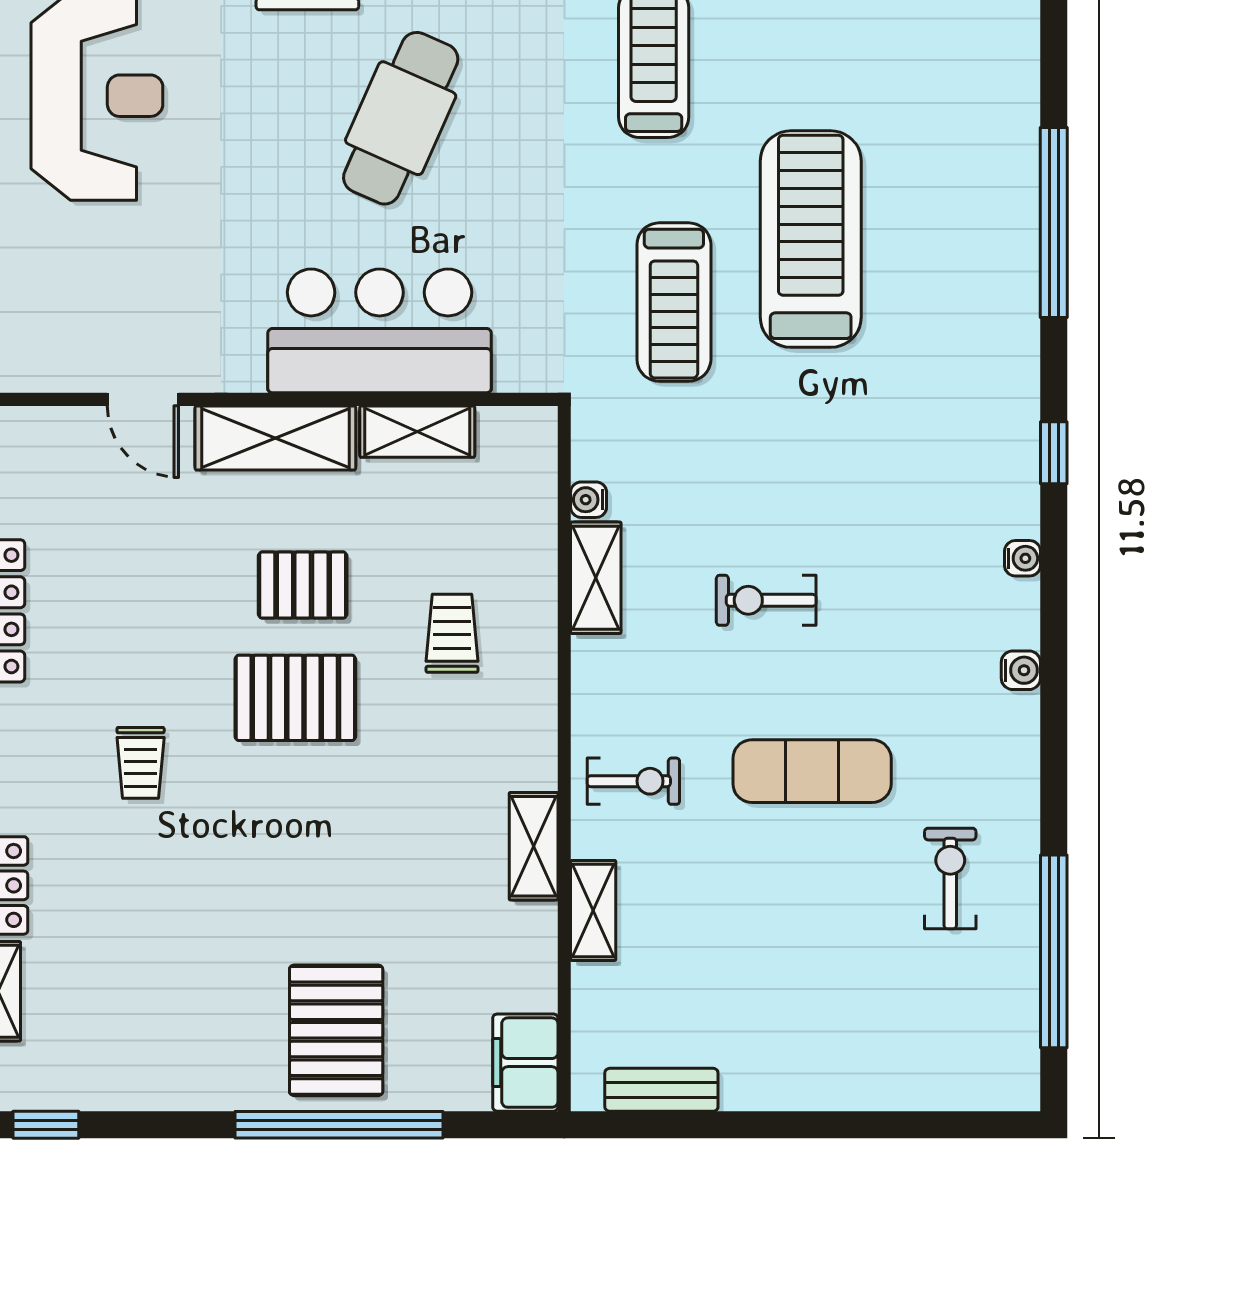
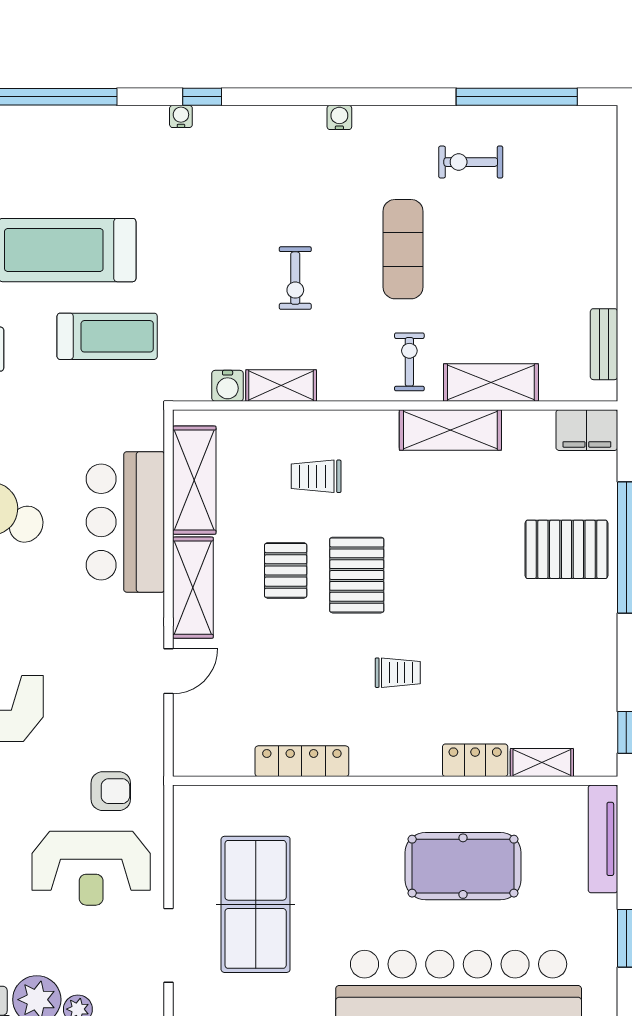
shelving: (417, 432) -> (194, 480), width x1.50, depth x1.33
water cooler: (589, 500) -> (228, 386), width x1.38, depth x1.38
water cooler: (1023, 558) -> (181, 116), moved
shelving: (534, 846) -> (450, 430), width x1.50, depth x1.33
shelving: (593, 910) -> (491, 382), width x1.50, depth x1.33

